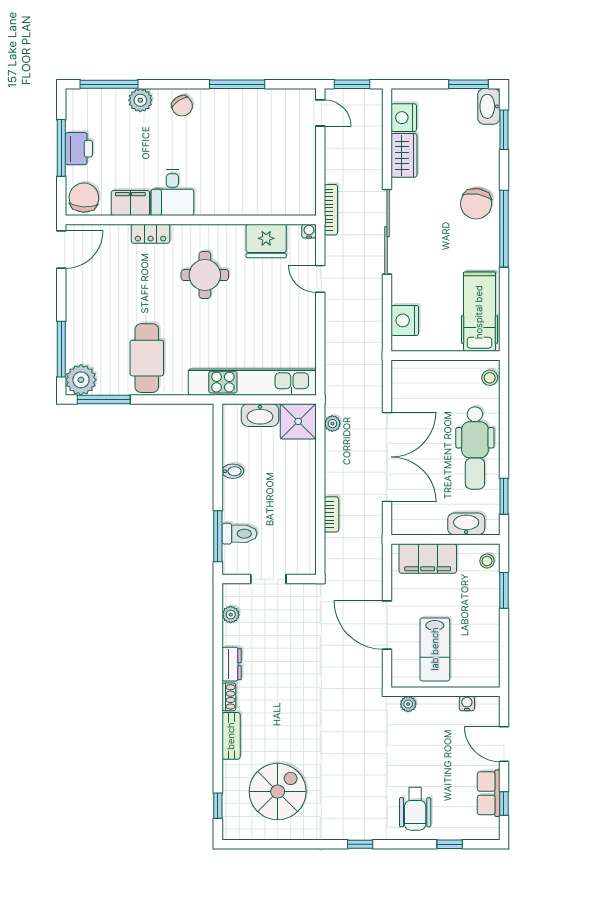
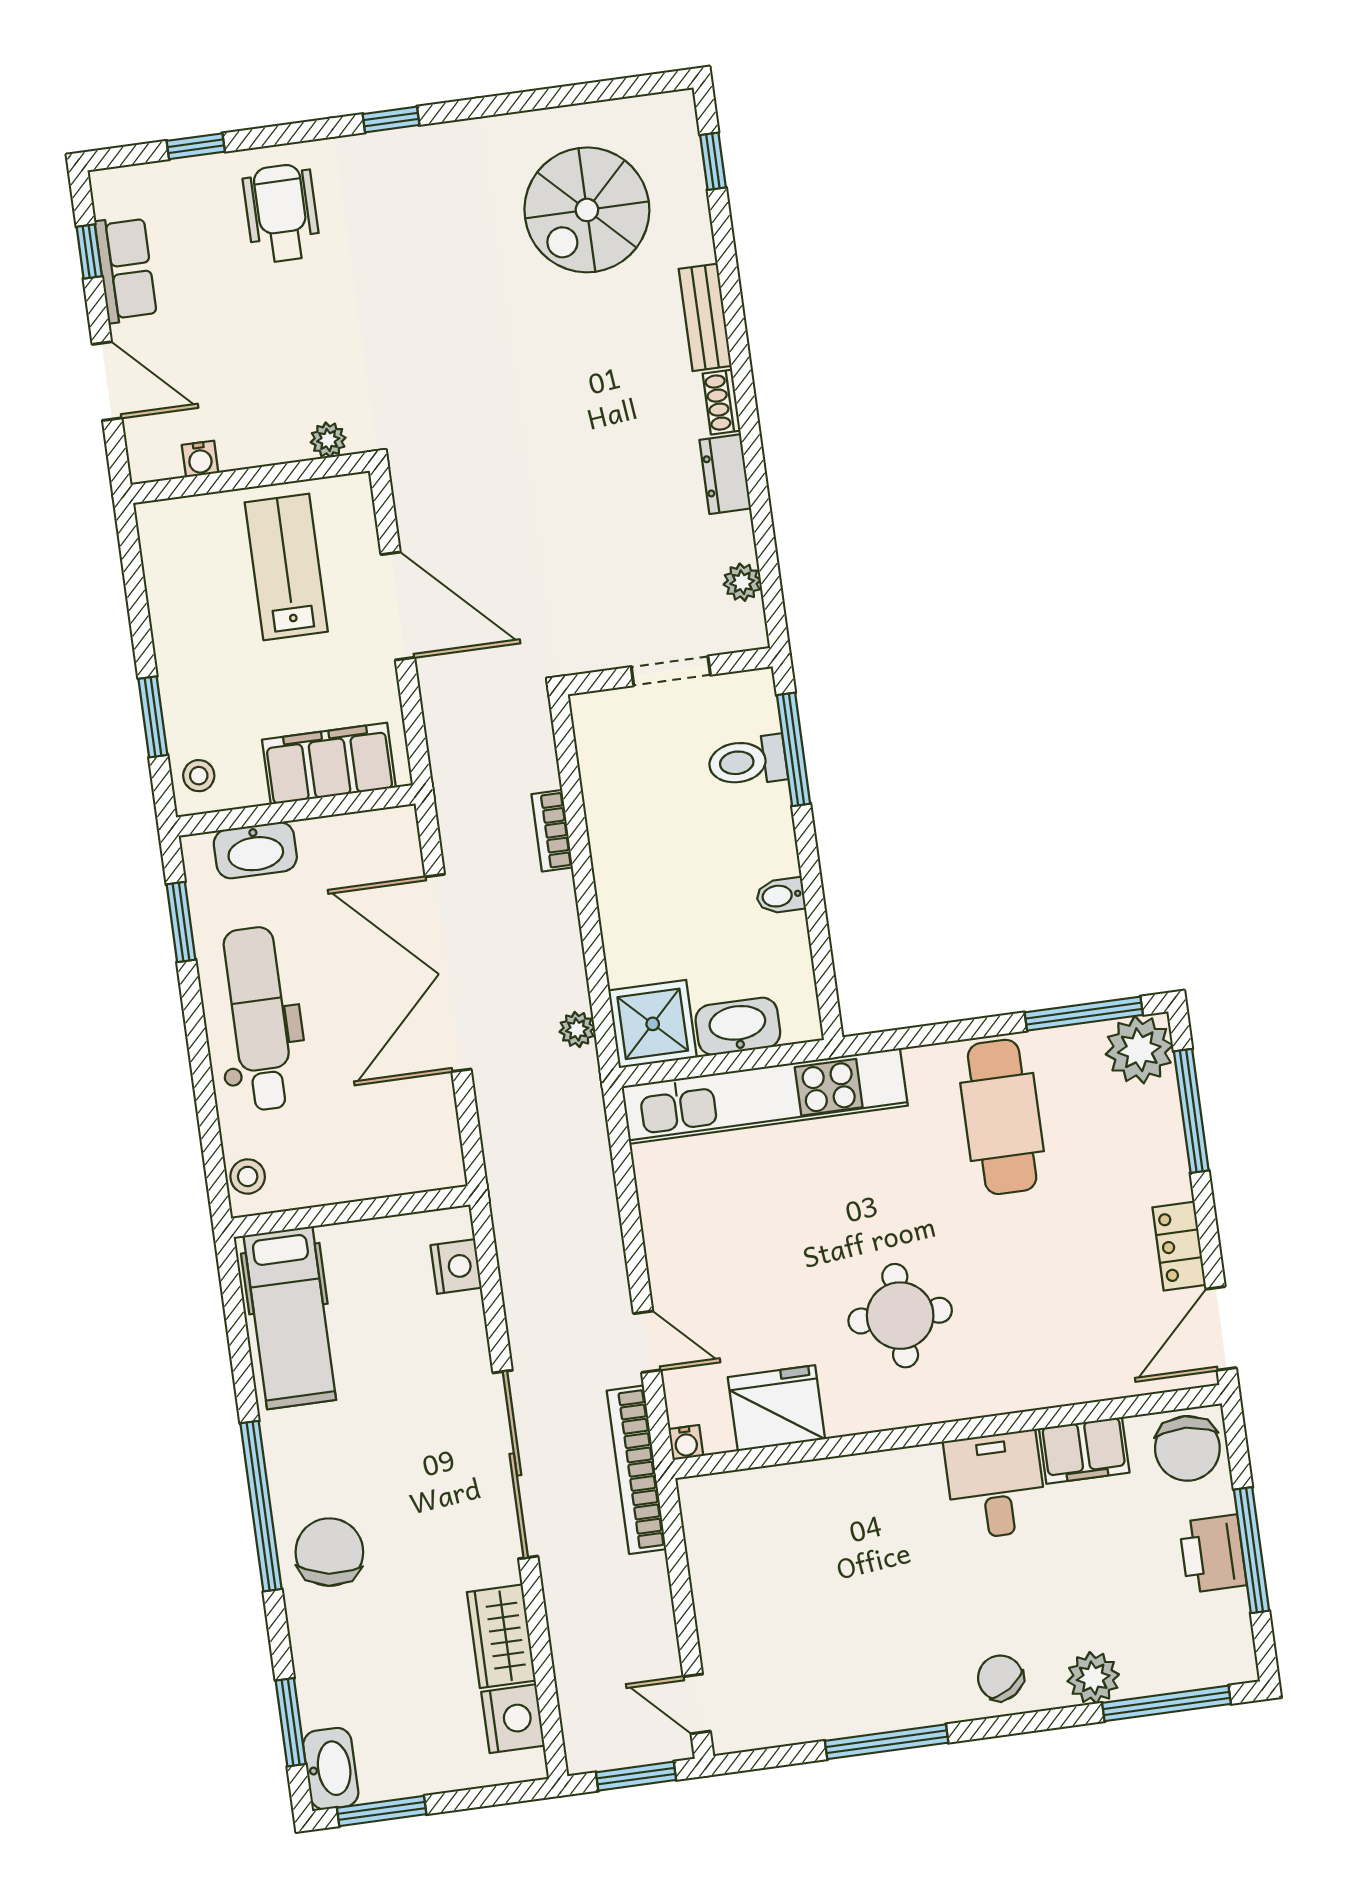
bookcase: (331, 210) -> (636, 1470), width x1.48, depth x1.31
locker: (151, 234) -> (1179, 1246), moved, turned -90
nightstand: (405, 320) -> (456, 1266), width x0.74, depth x0.75

